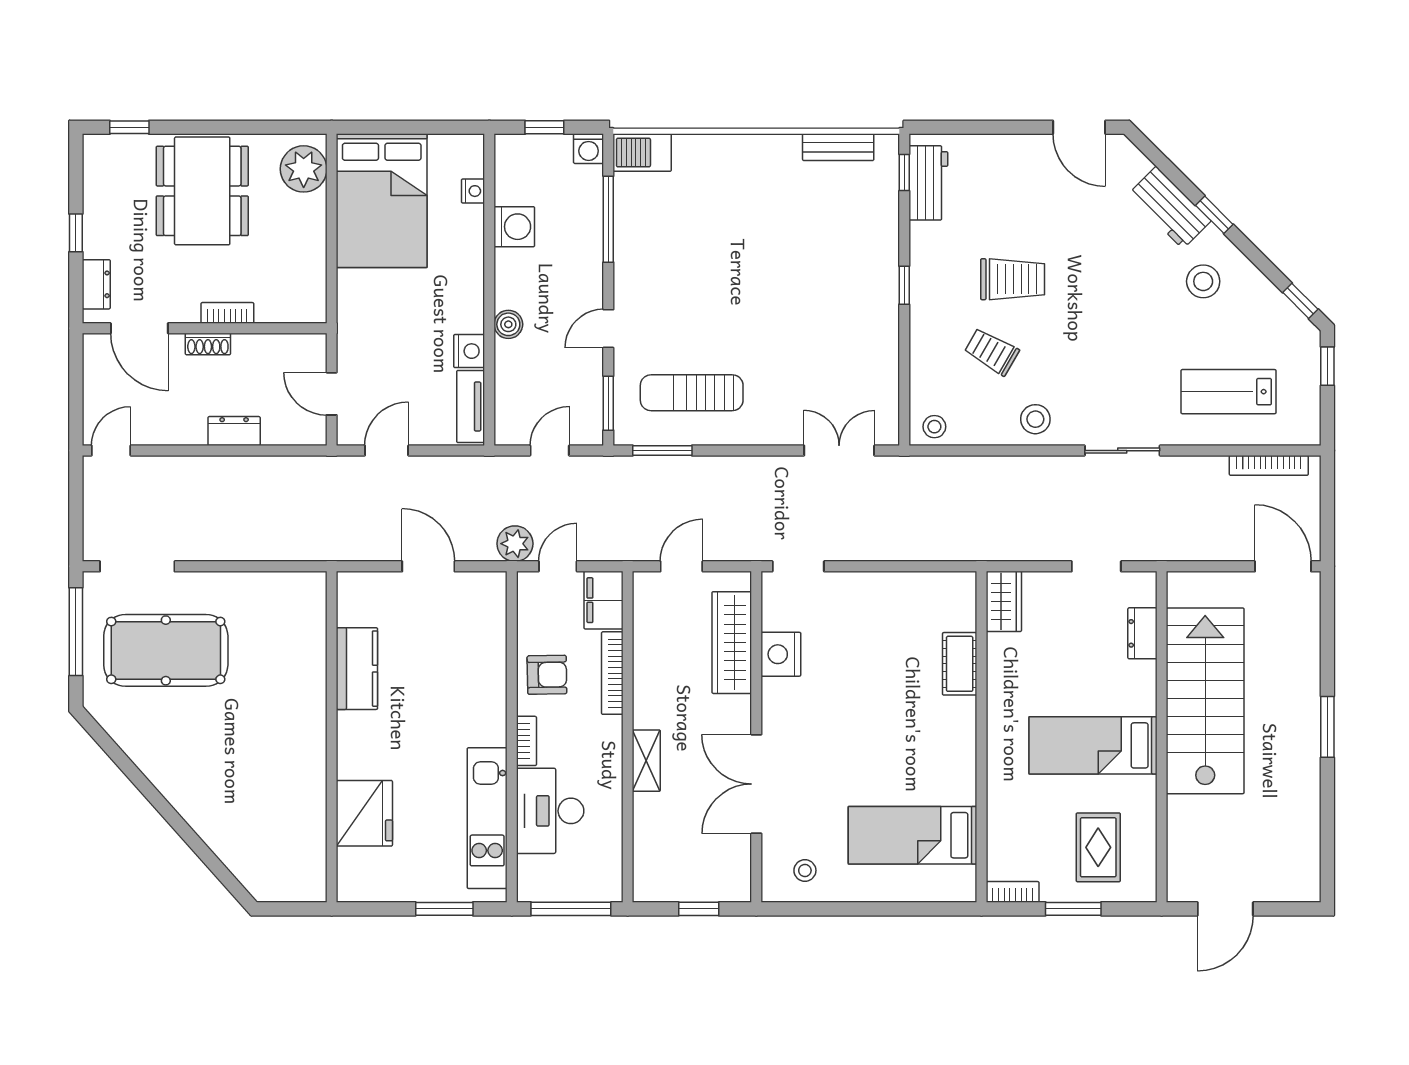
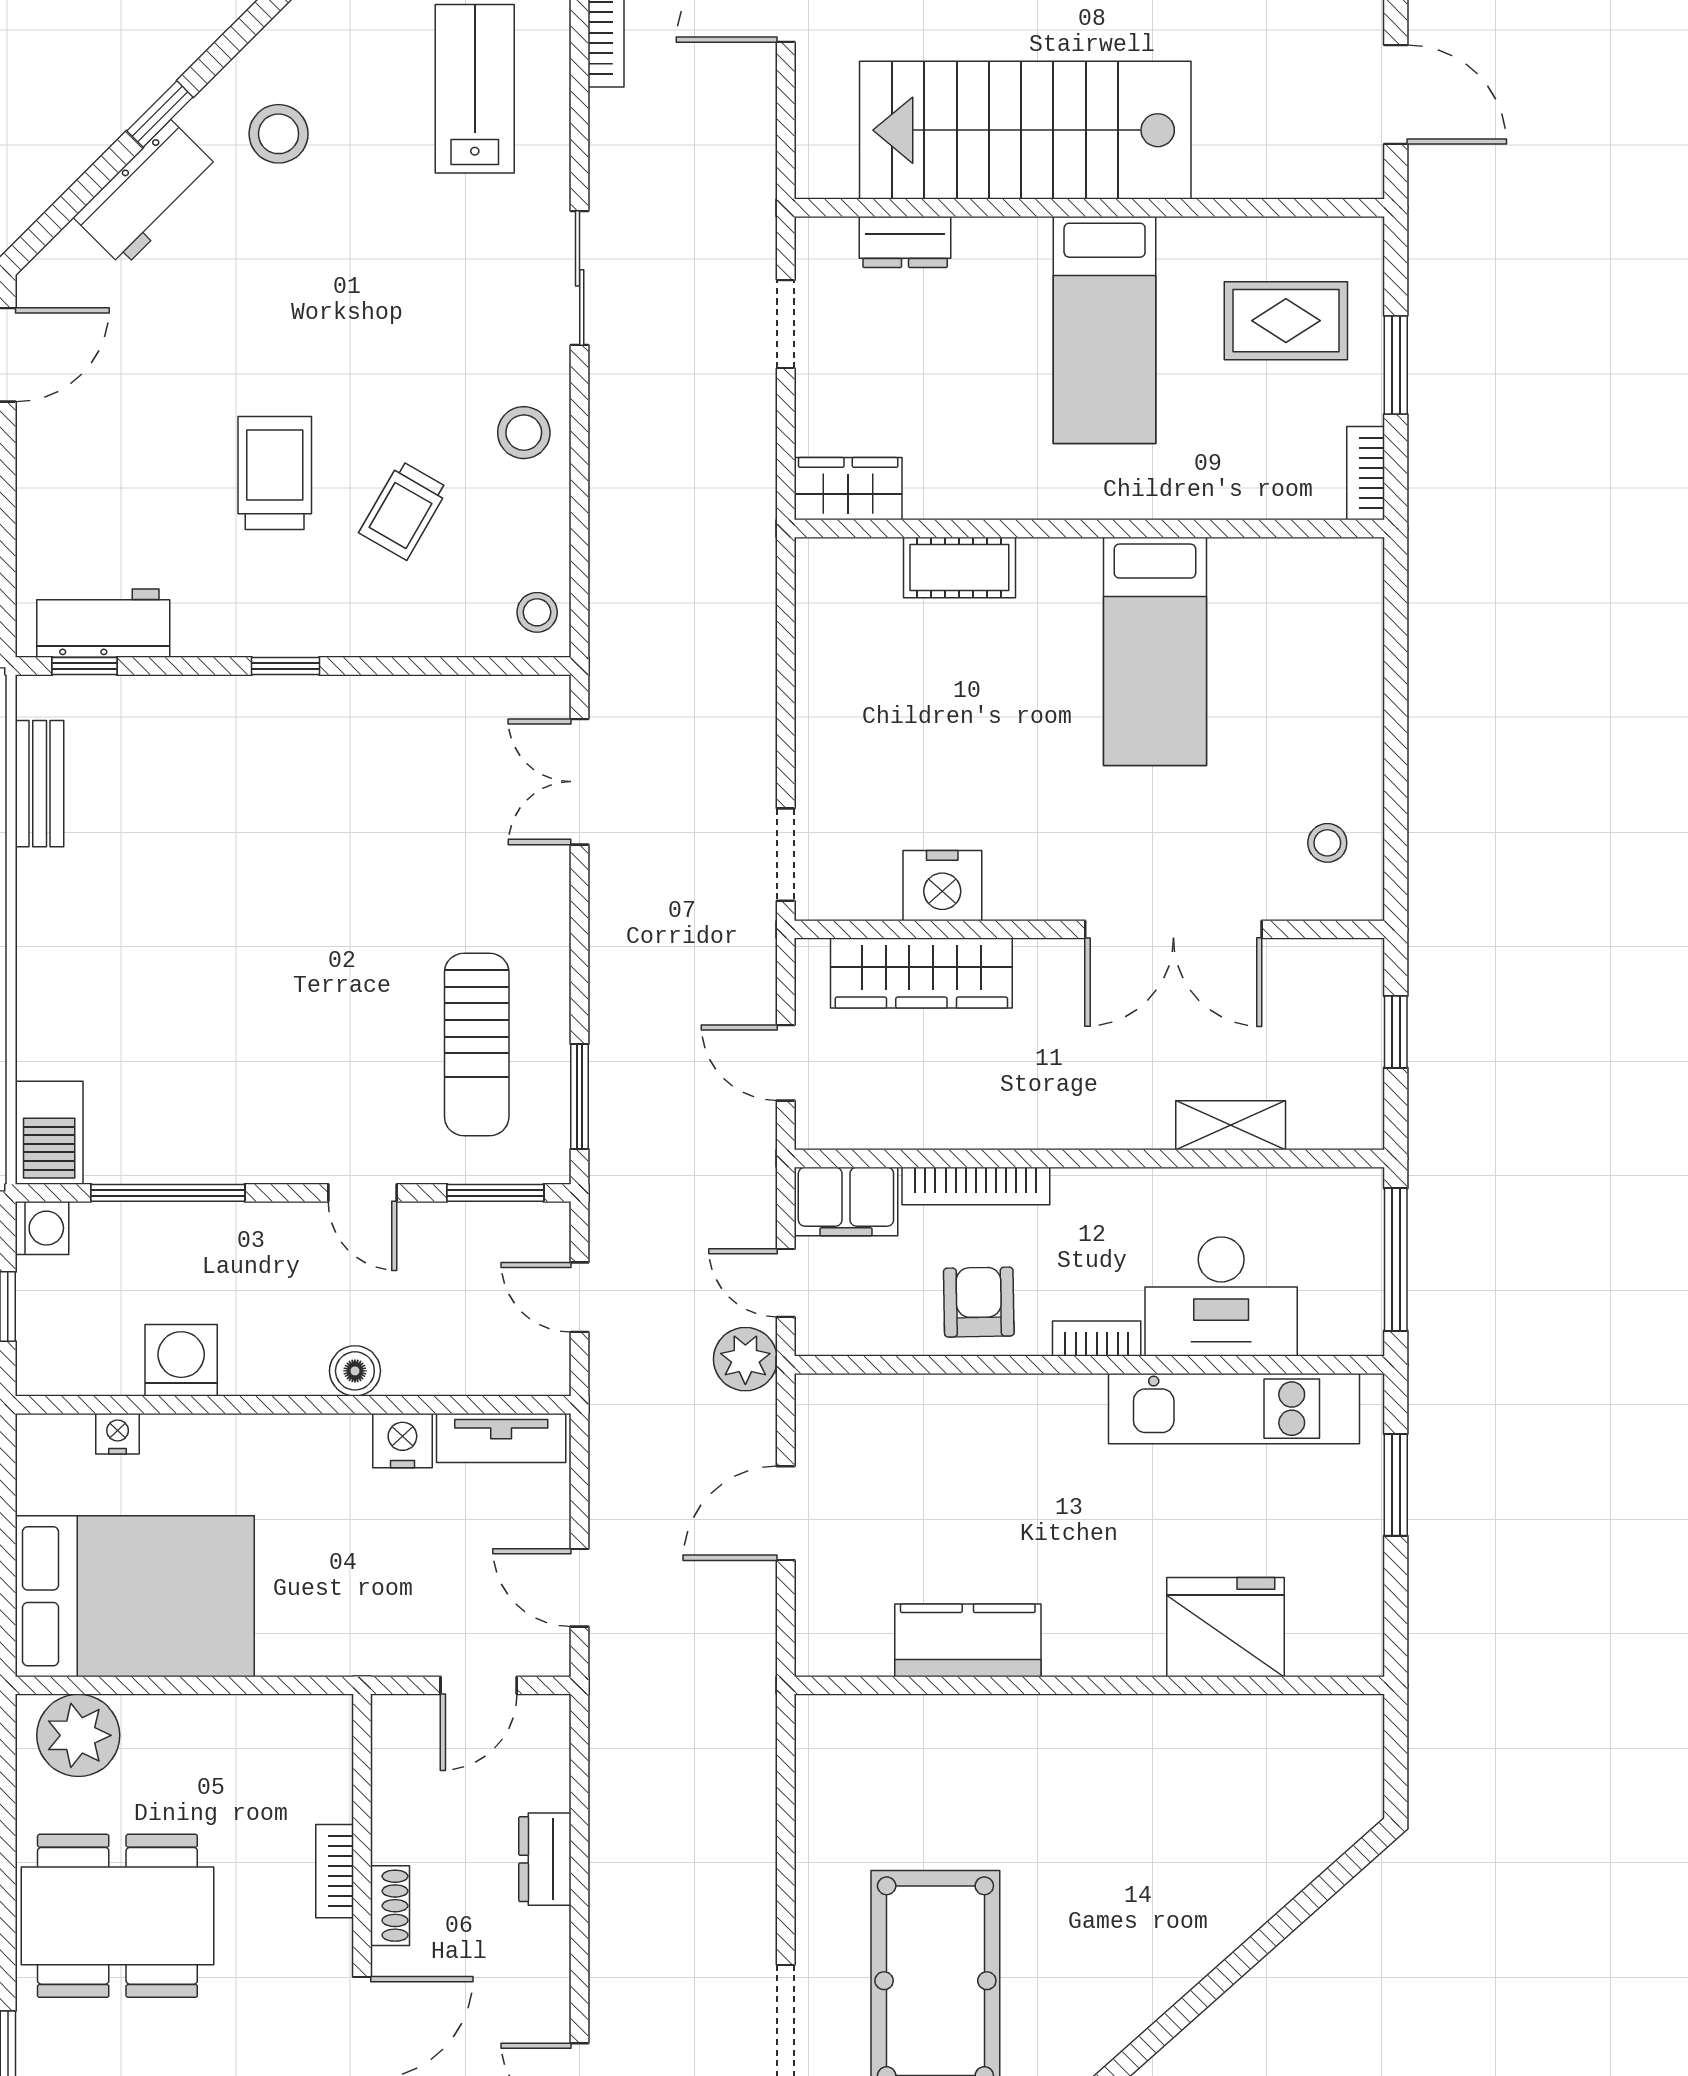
lab bench: (1229, 392) -> (475, 89), turned 180
shelving: (646, 761) -> (1231, 1125), moved
bed: (913, 835) -> (1155, 651), moved

